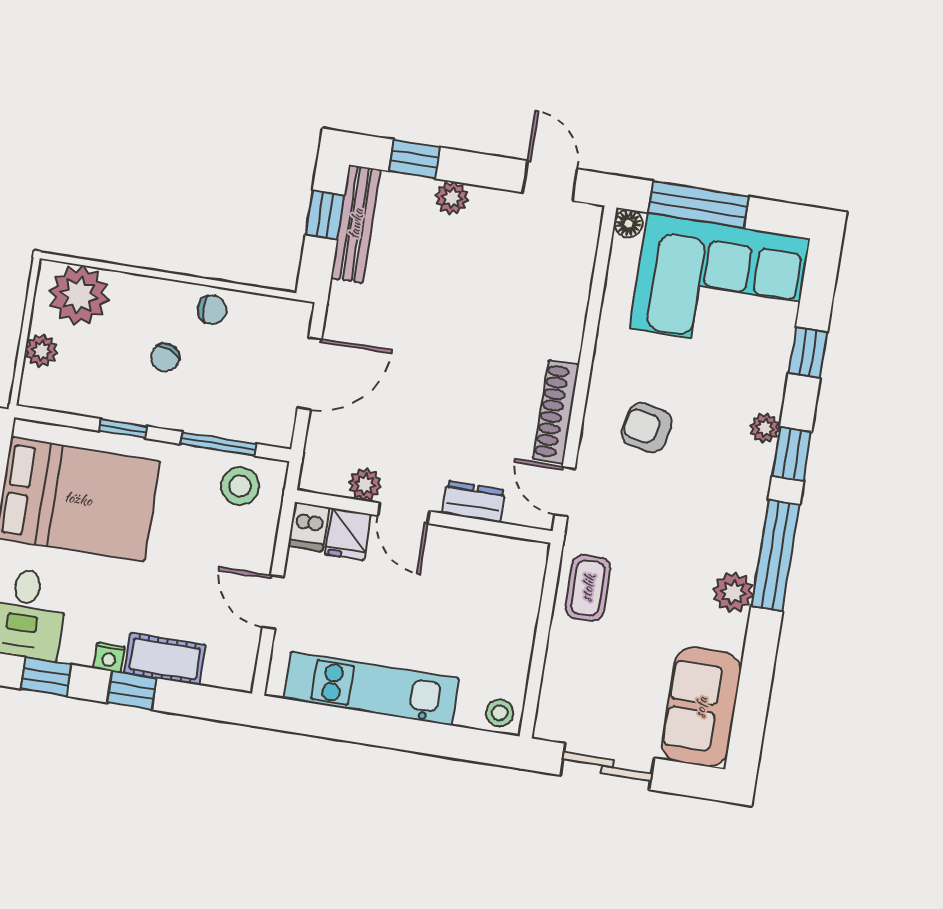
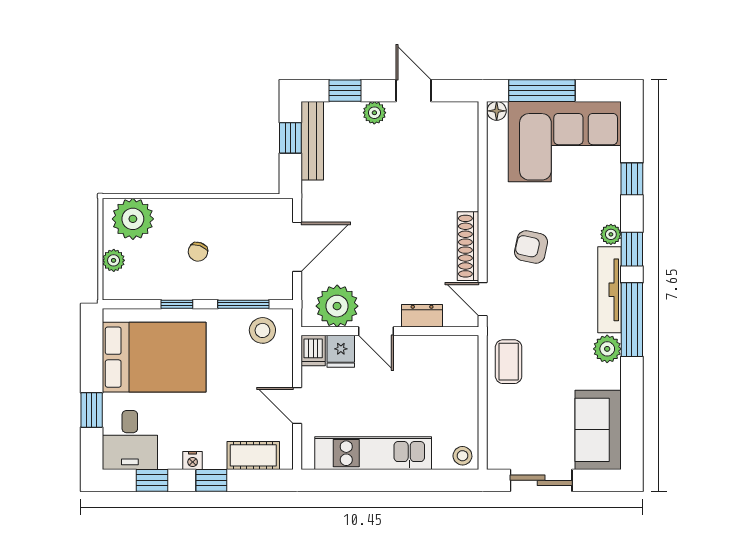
door: (550, 181) -> (413, 91), moved
chair: (212, 310) -> (224, 214), removed
plant: (365, 484) -> (337, 306), width x1.87, depth x1.87
tv unit: (750, 508) -> (609, 290), added
cot: (165, 659) -> (253, 455), moved

